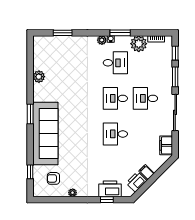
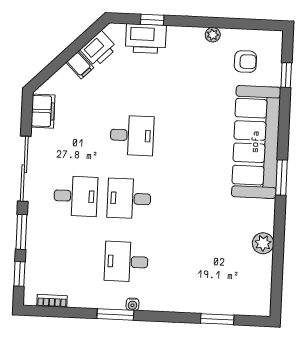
plant: (102, 40) -> (148, 303), removed
plant: (139, 44) -> (83, 294), removed
desk: (115, 98) -> (129, 199), turned 180

